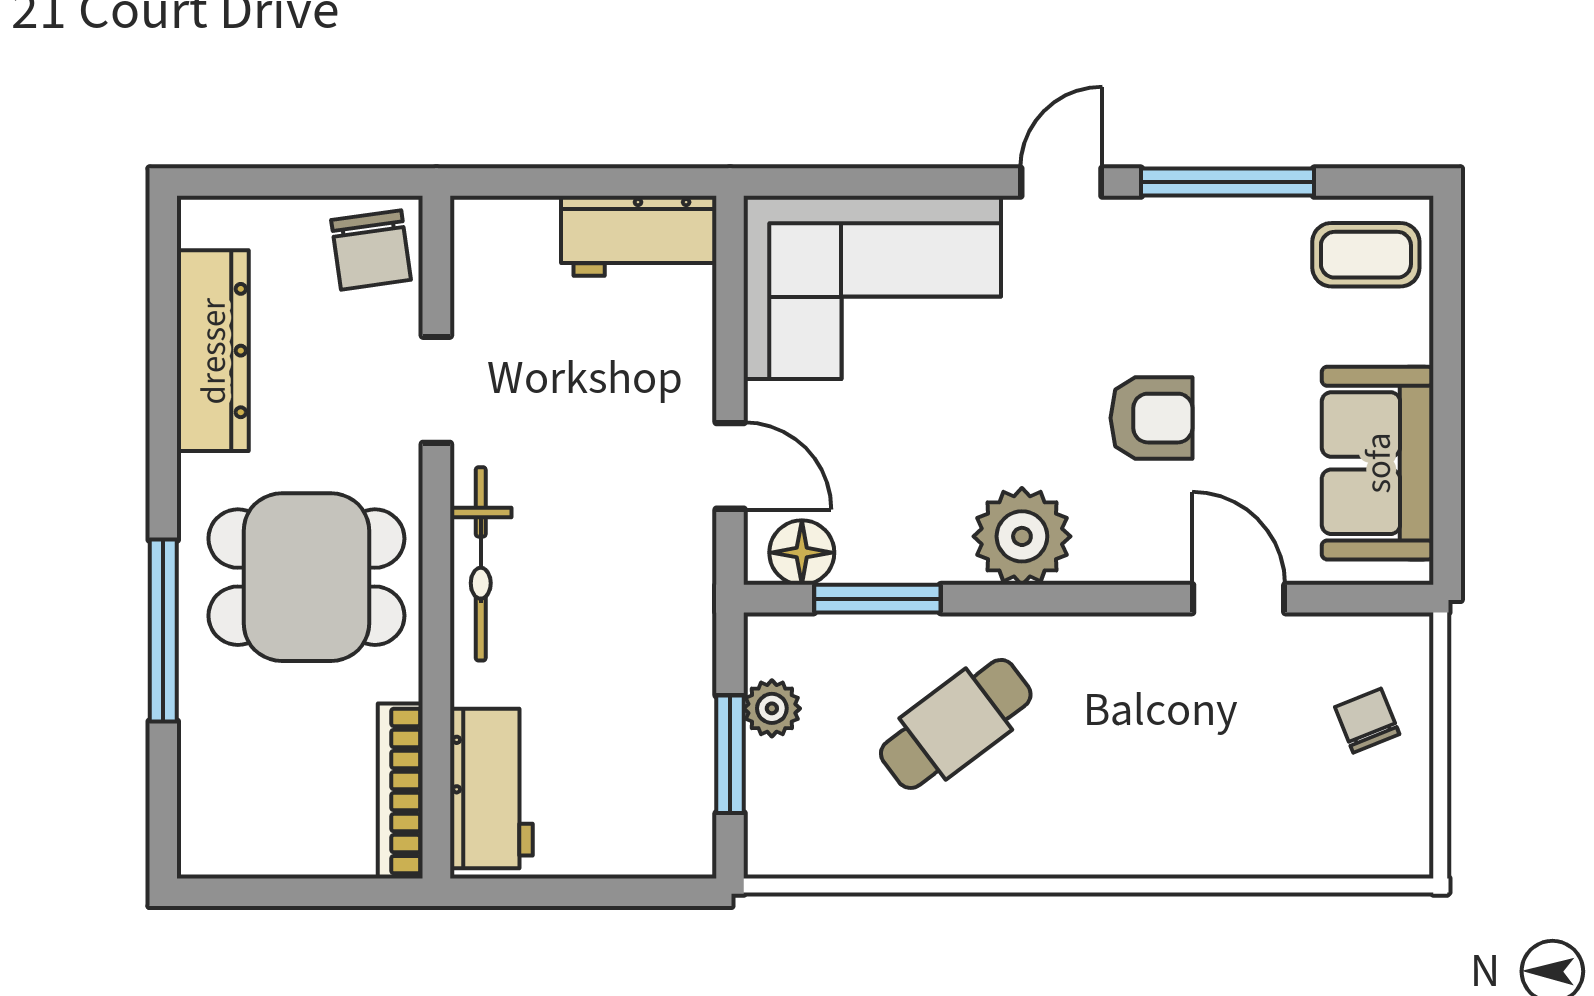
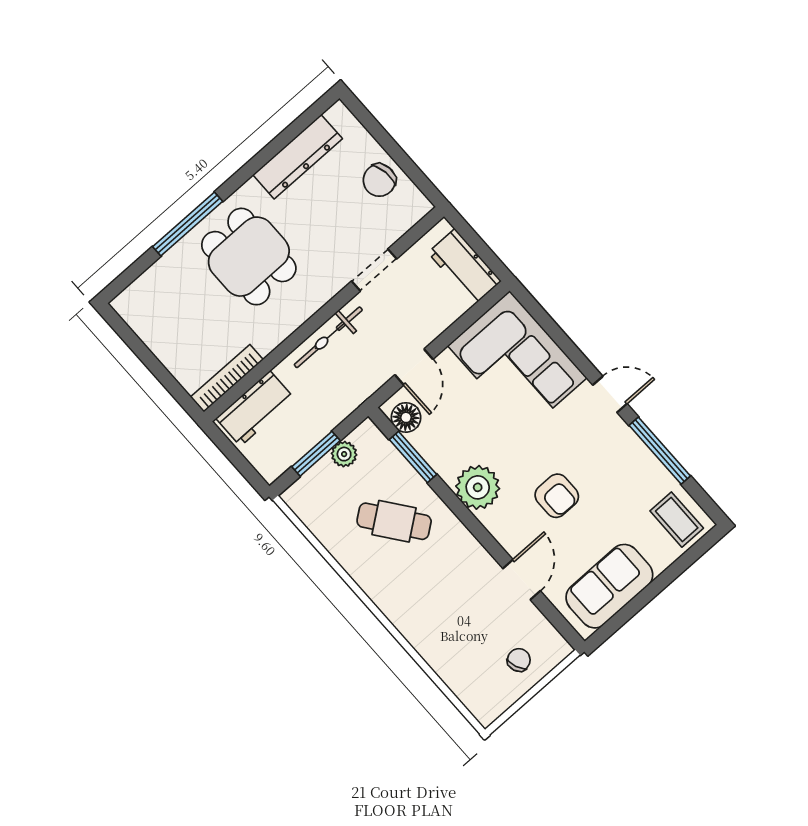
doorway: (436, 390) -> (374, 270), moved
wall: (436, 537) -> (324, 314), moved
bicycle: (481, 564) -> (328, 337), moved
workbench: (491, 789) -> (255, 408), moved
bookcase: (400, 791) -> (227, 378), moved

